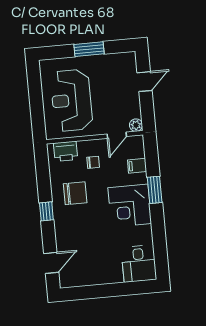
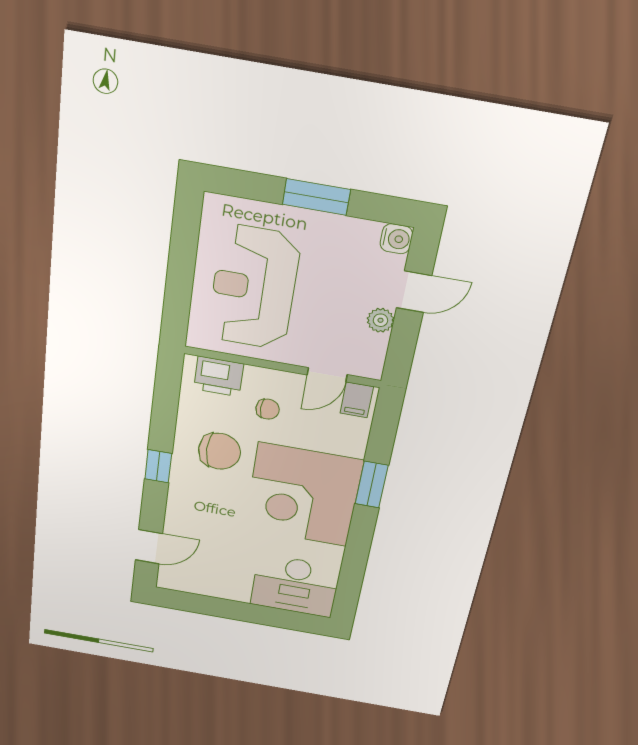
water cooler: (129, 59) -> (396, 239), added
plant: (136, 125) -> (380, 320), moved
filing cabinet: (137, 166) -> (357, 400), moved, turned -90
corner desk: (130, 206) -> (303, 495), width x1.36, depth x1.36
desk: (139, 264) -> (295, 586), width x1.37

